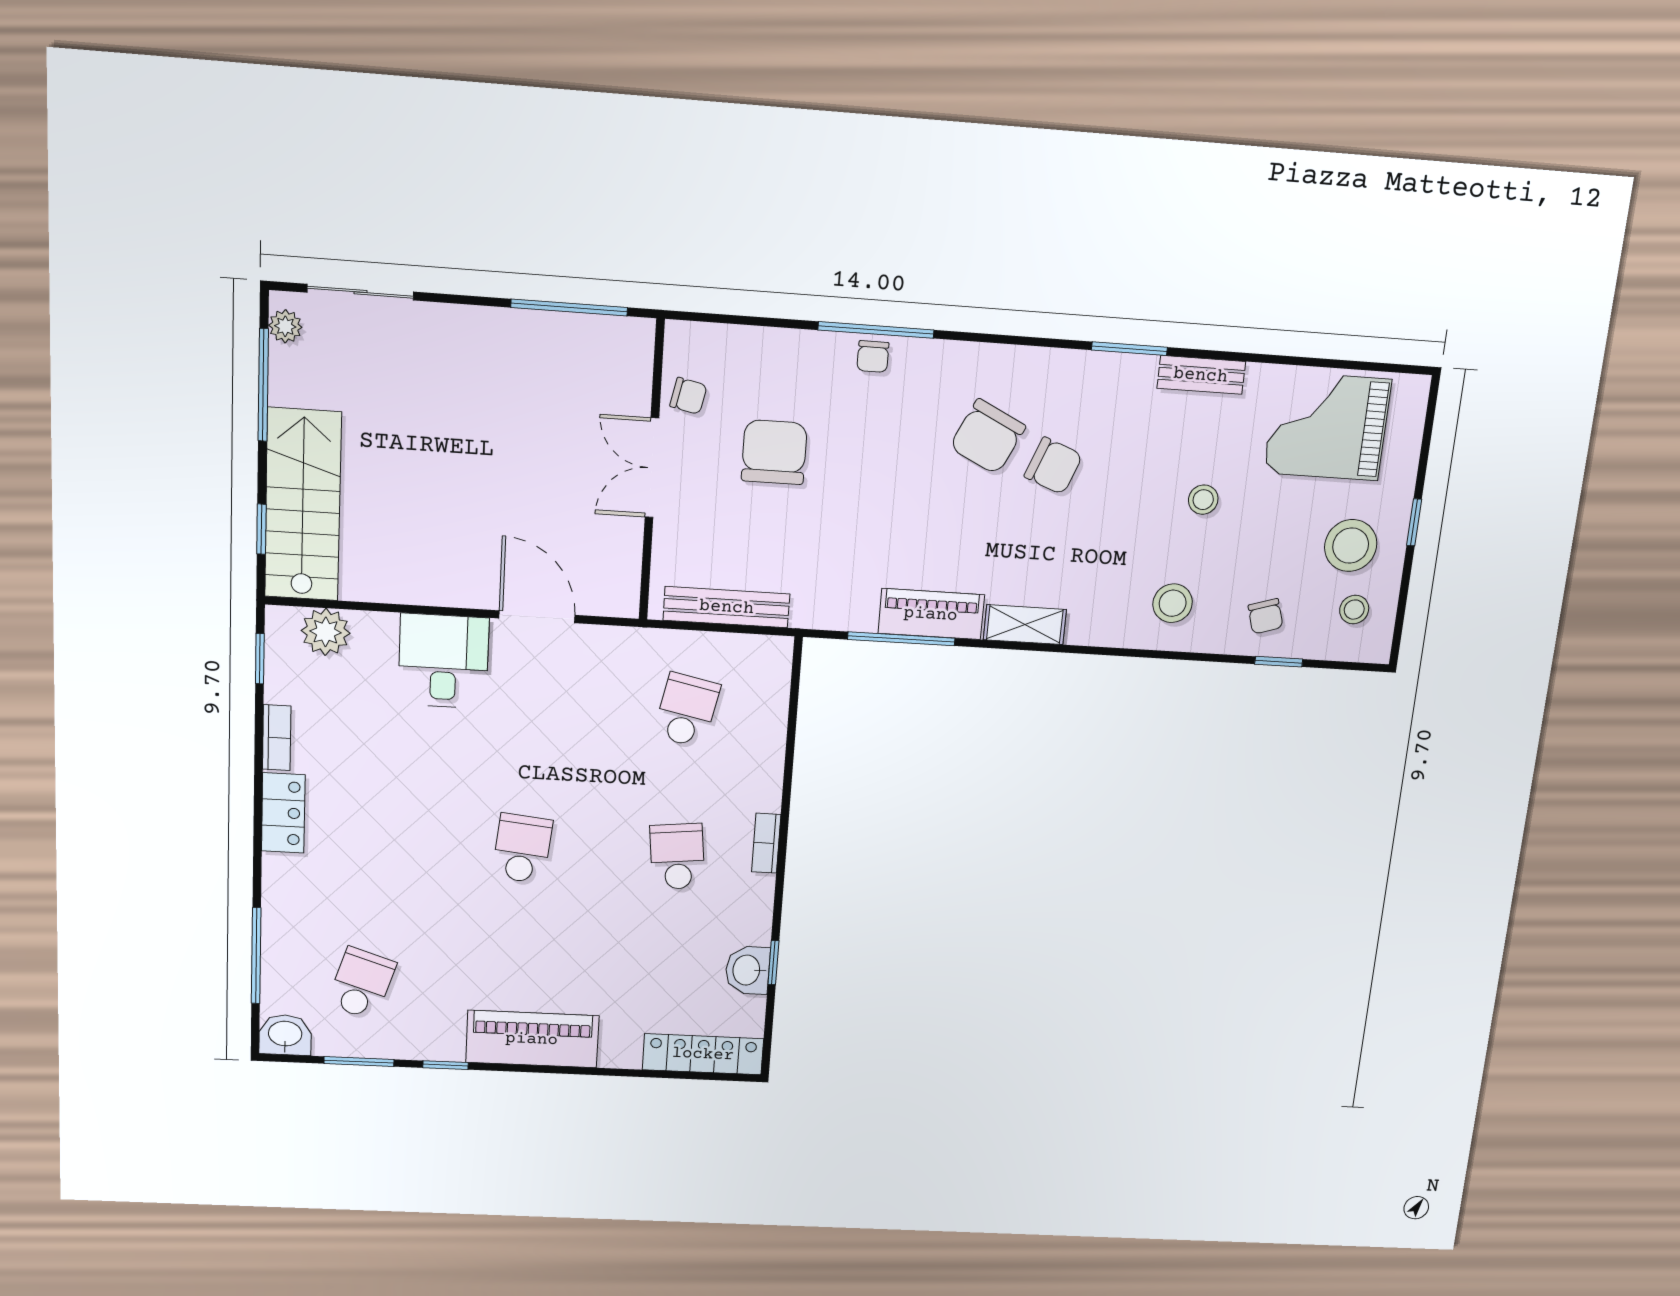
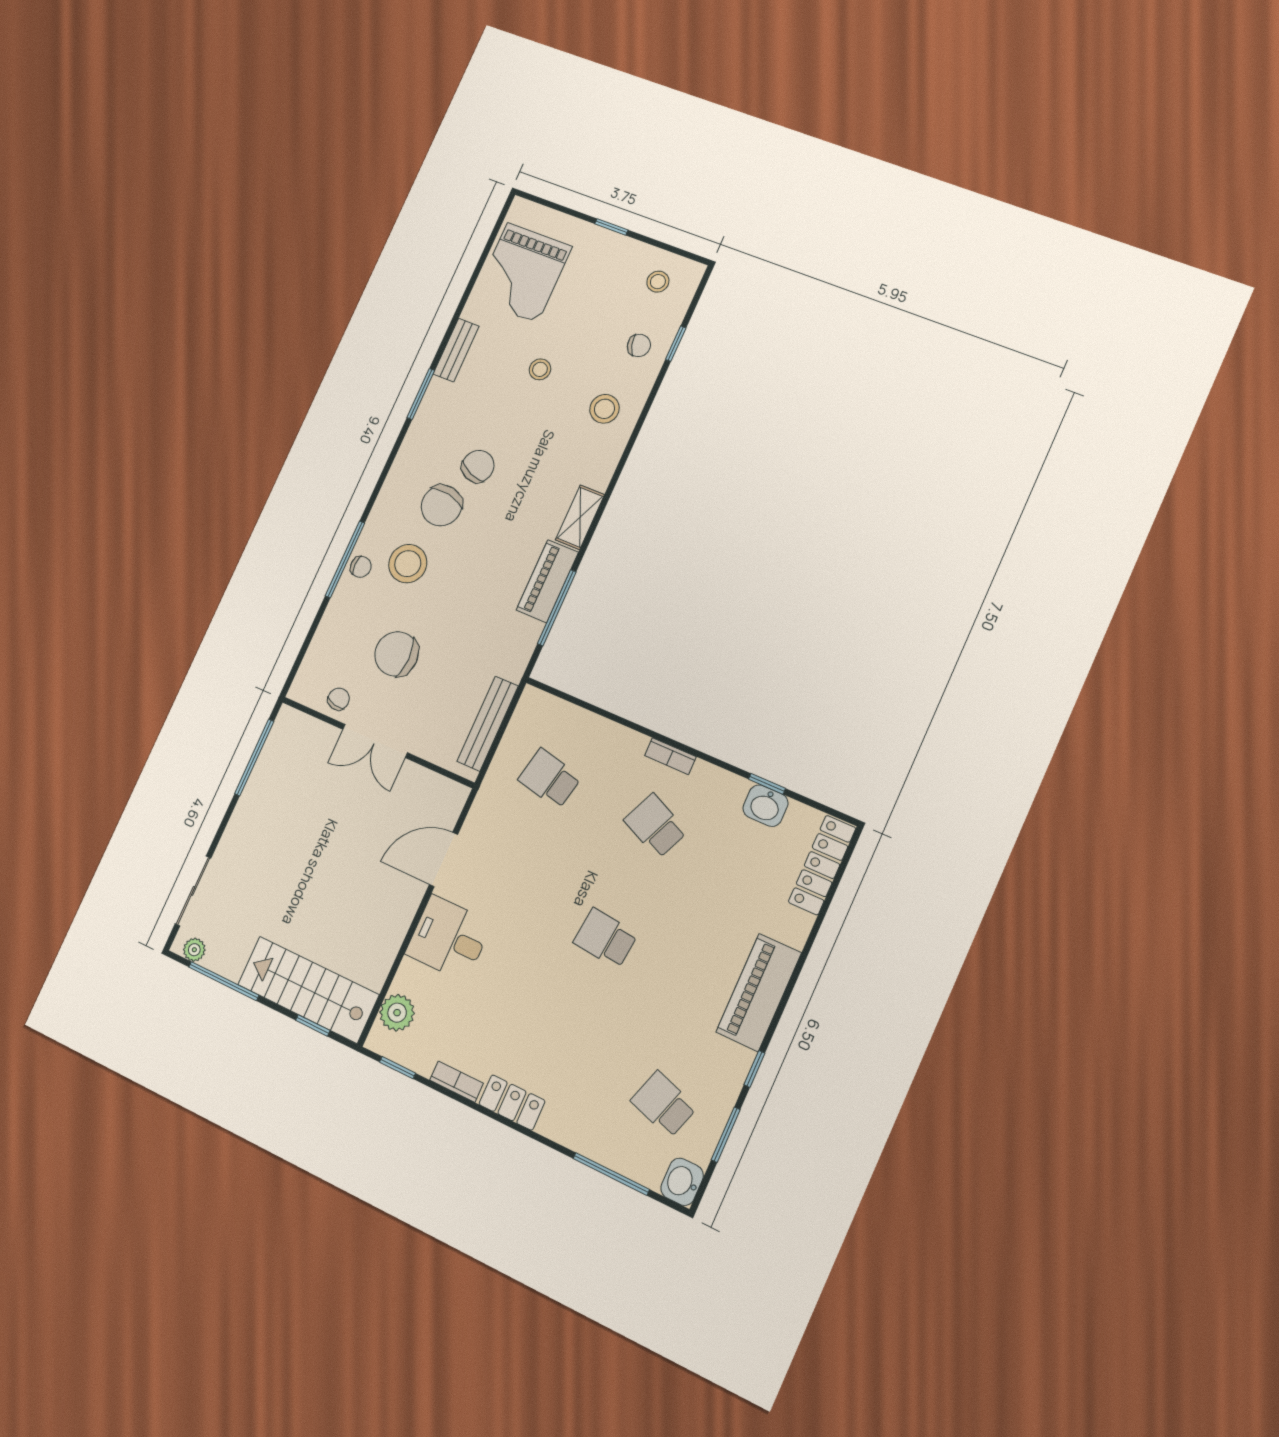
chair: (988, 437) -> (442, 506), turned 74
stool: (1351, 546) -> (408, 564), moved
school desk: (677, 856) -> (655, 826), turned 30

